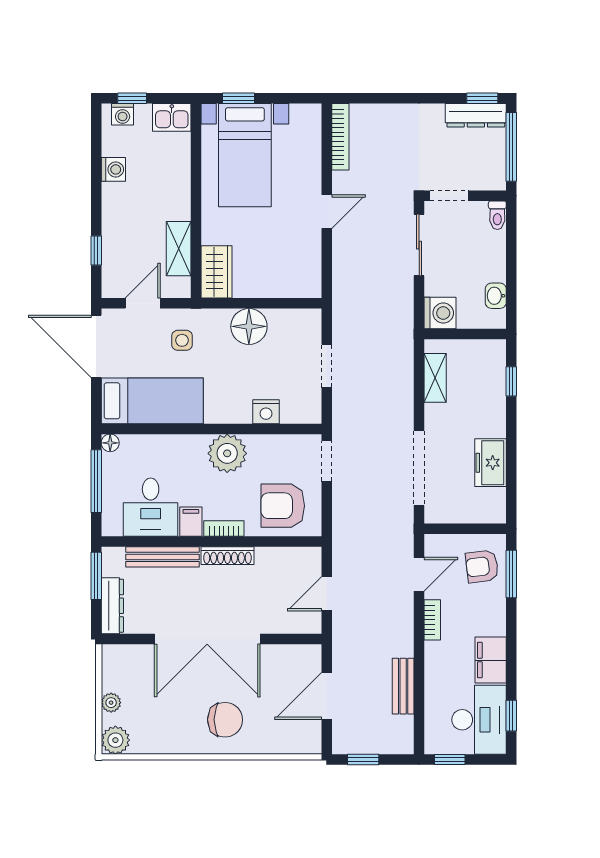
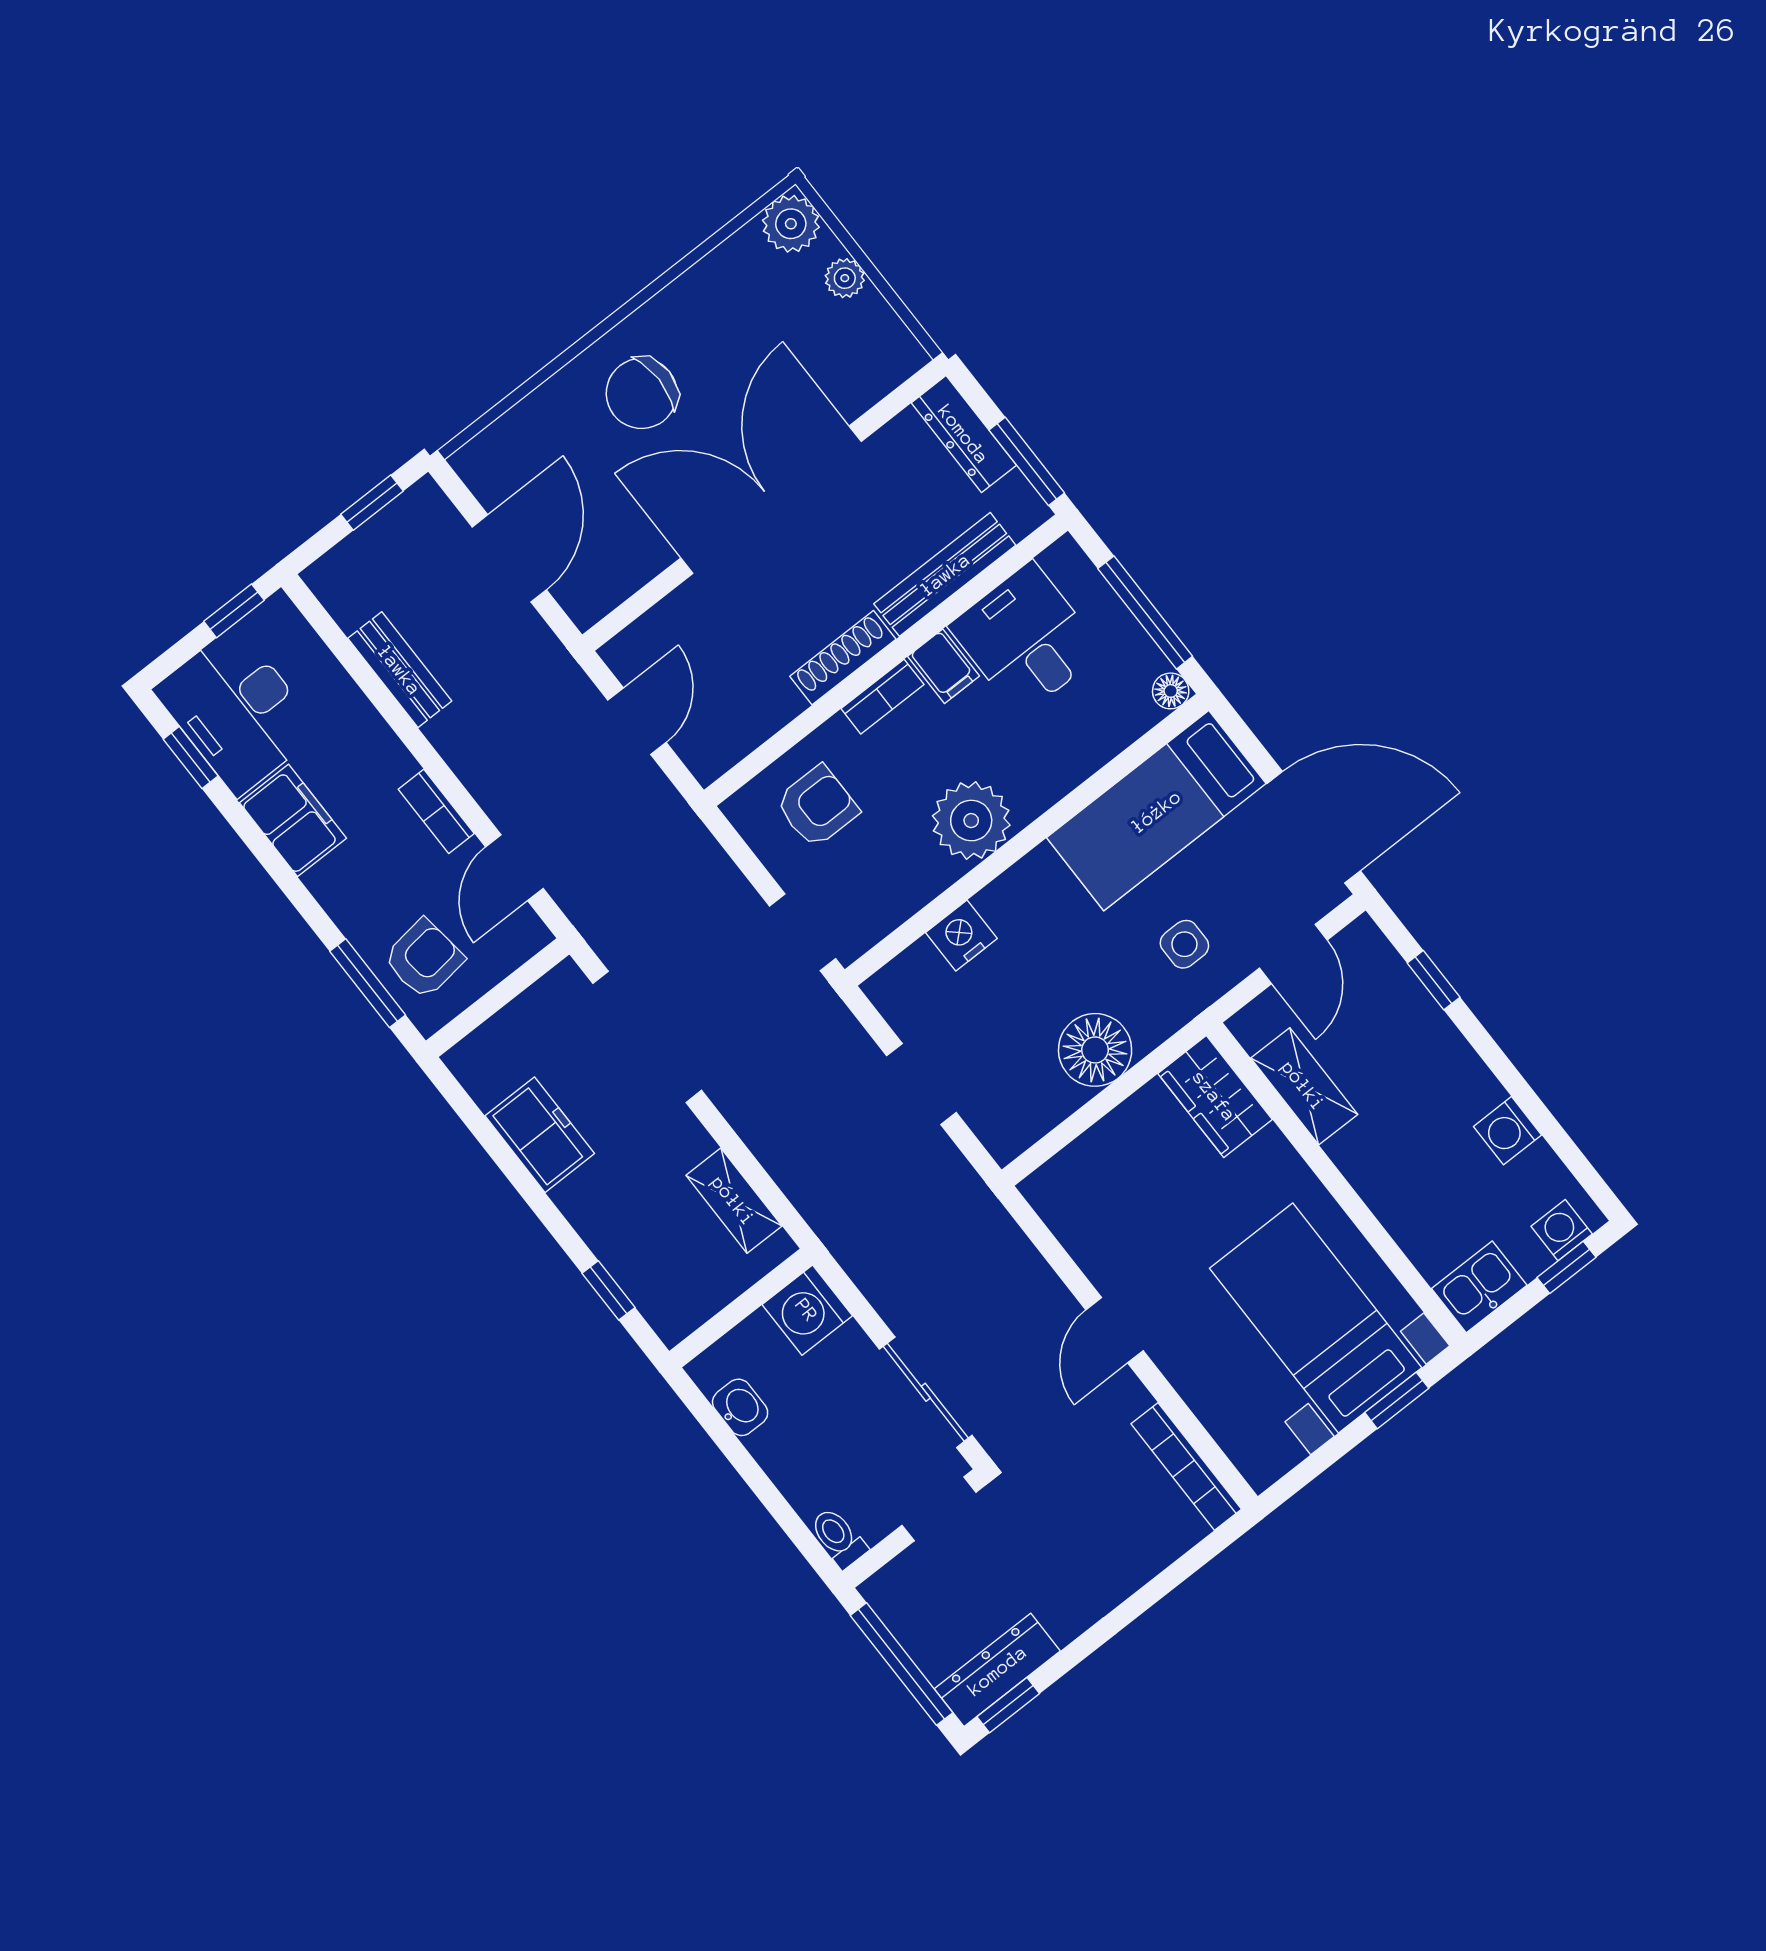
armchair: (283, 506) -> (817, 806), width x0.72, depth x0.72

